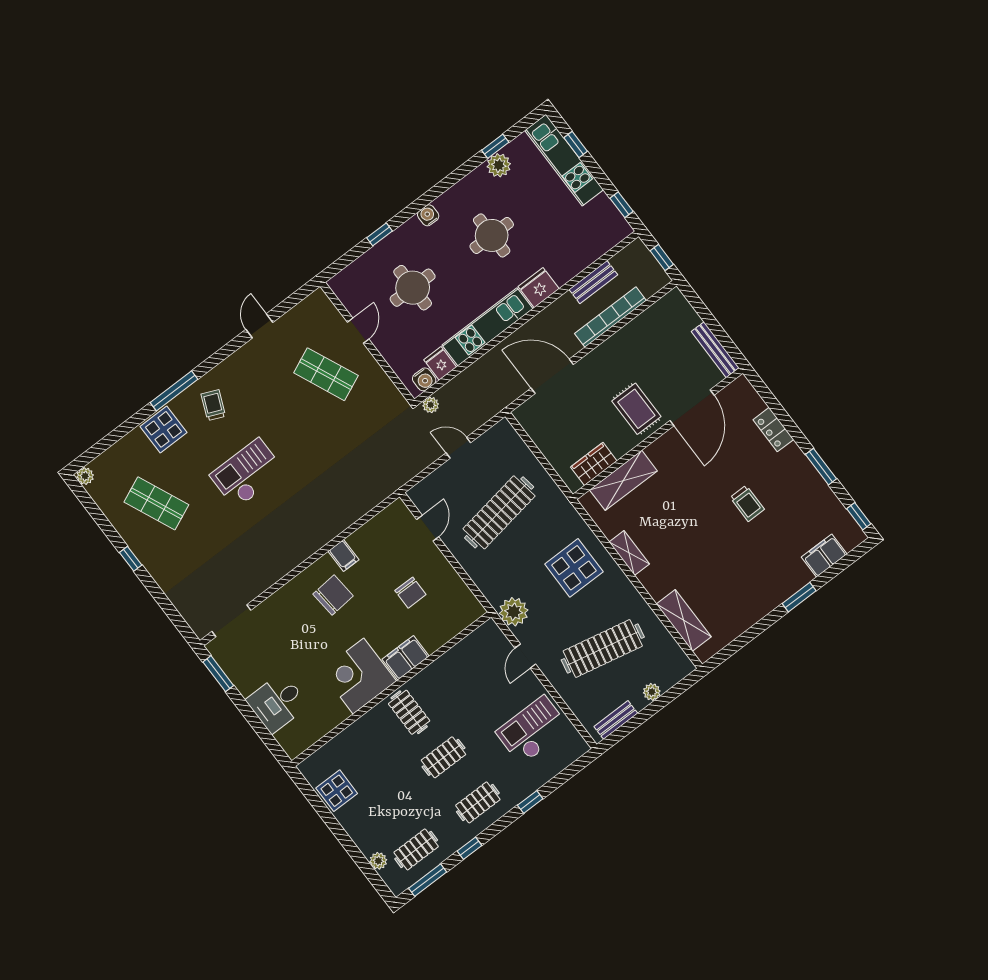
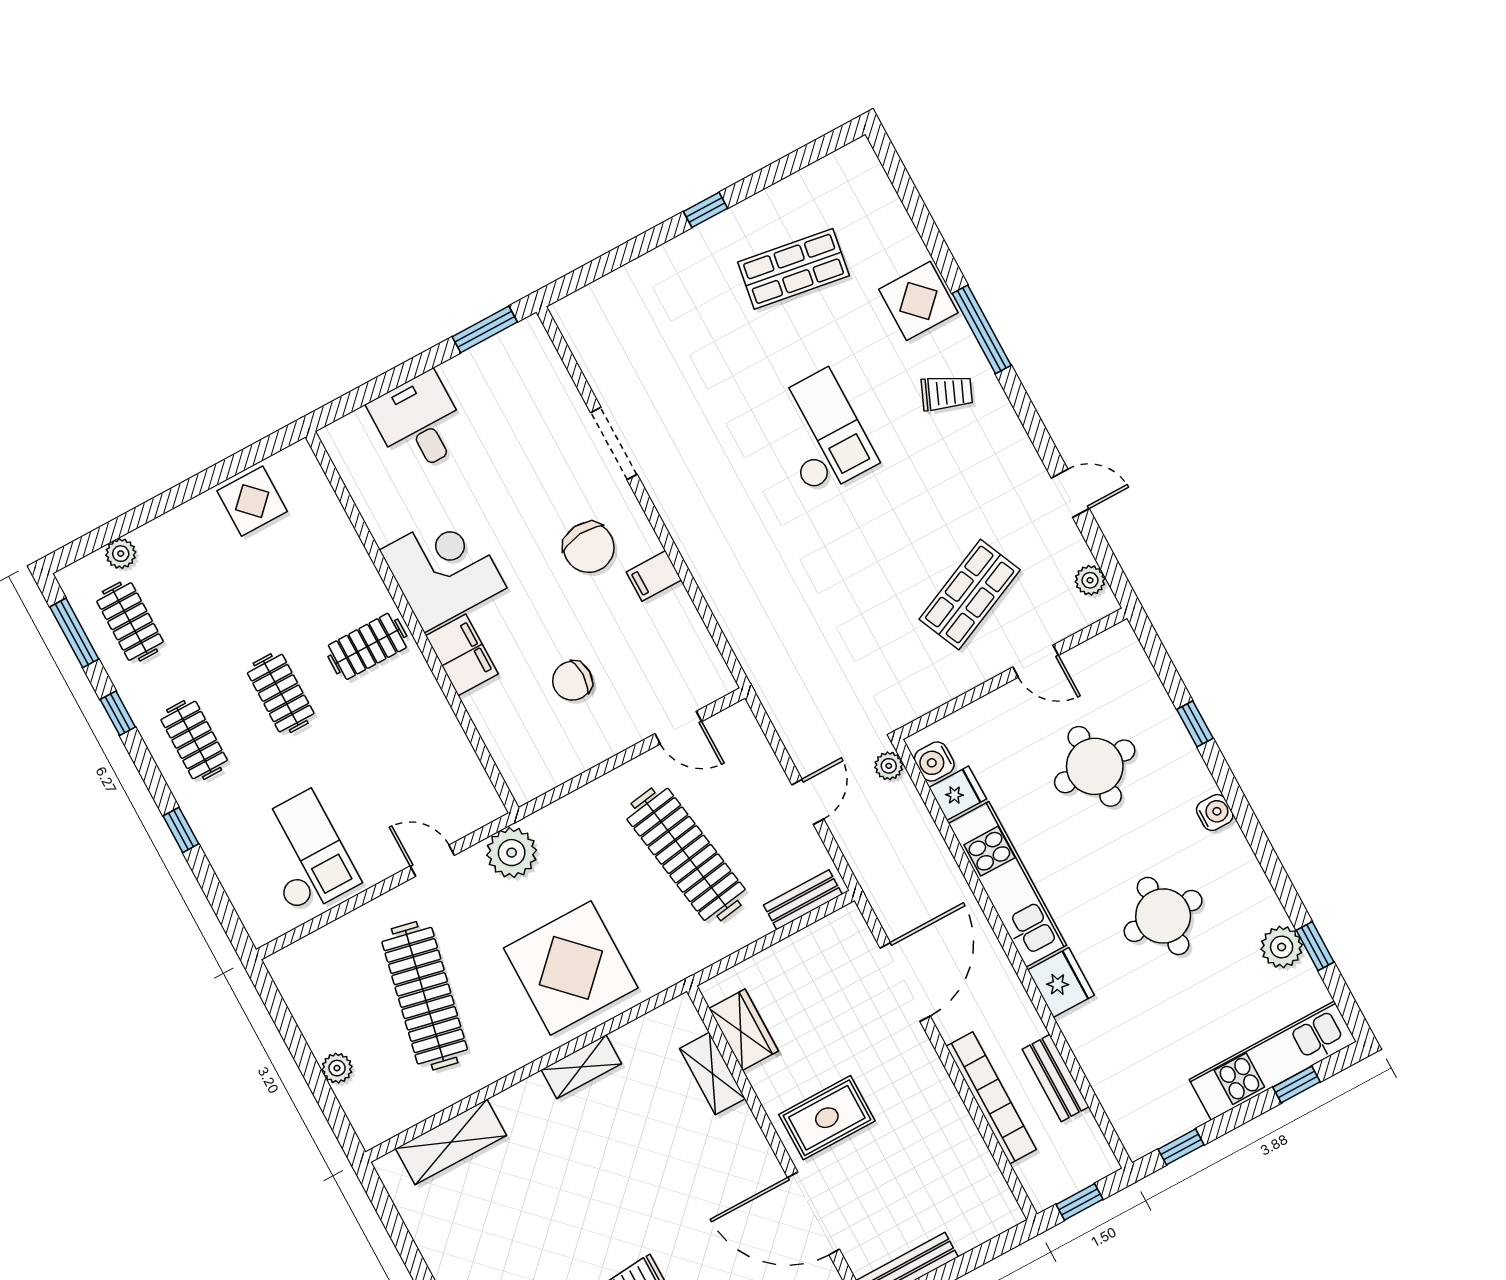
plant: (85, 476) -> (1090, 580), moved
shelving: (623, 480) -> (712, 1074), width x0.67, depth x0.75
shop shelf: (156, 503) -> (794, 269), turned 33
display table: (574, 568) -> (571, 968), width x1.36, depth x1.36
doorway: (231, 621) -> (614, 443), moved
bench: (616, 720) -> (803, 900), moved, turned 90

